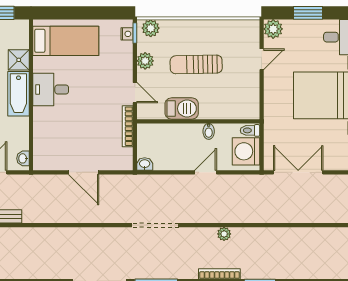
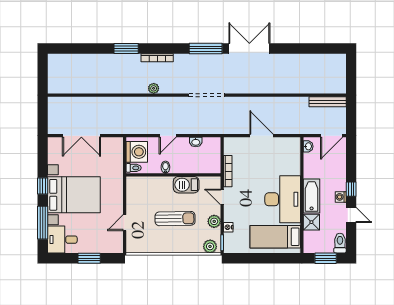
plant: (273, 29) -> (116, 246), removed
nightstand: (127, 34) -> (228, 227), moved
desk: (51, 90) -> (283, 199), width x1.87, depth x1.30
washbasin: (145, 164) -> (196, 142), moved
double door: (298, 172) -> (81, 136), moved

